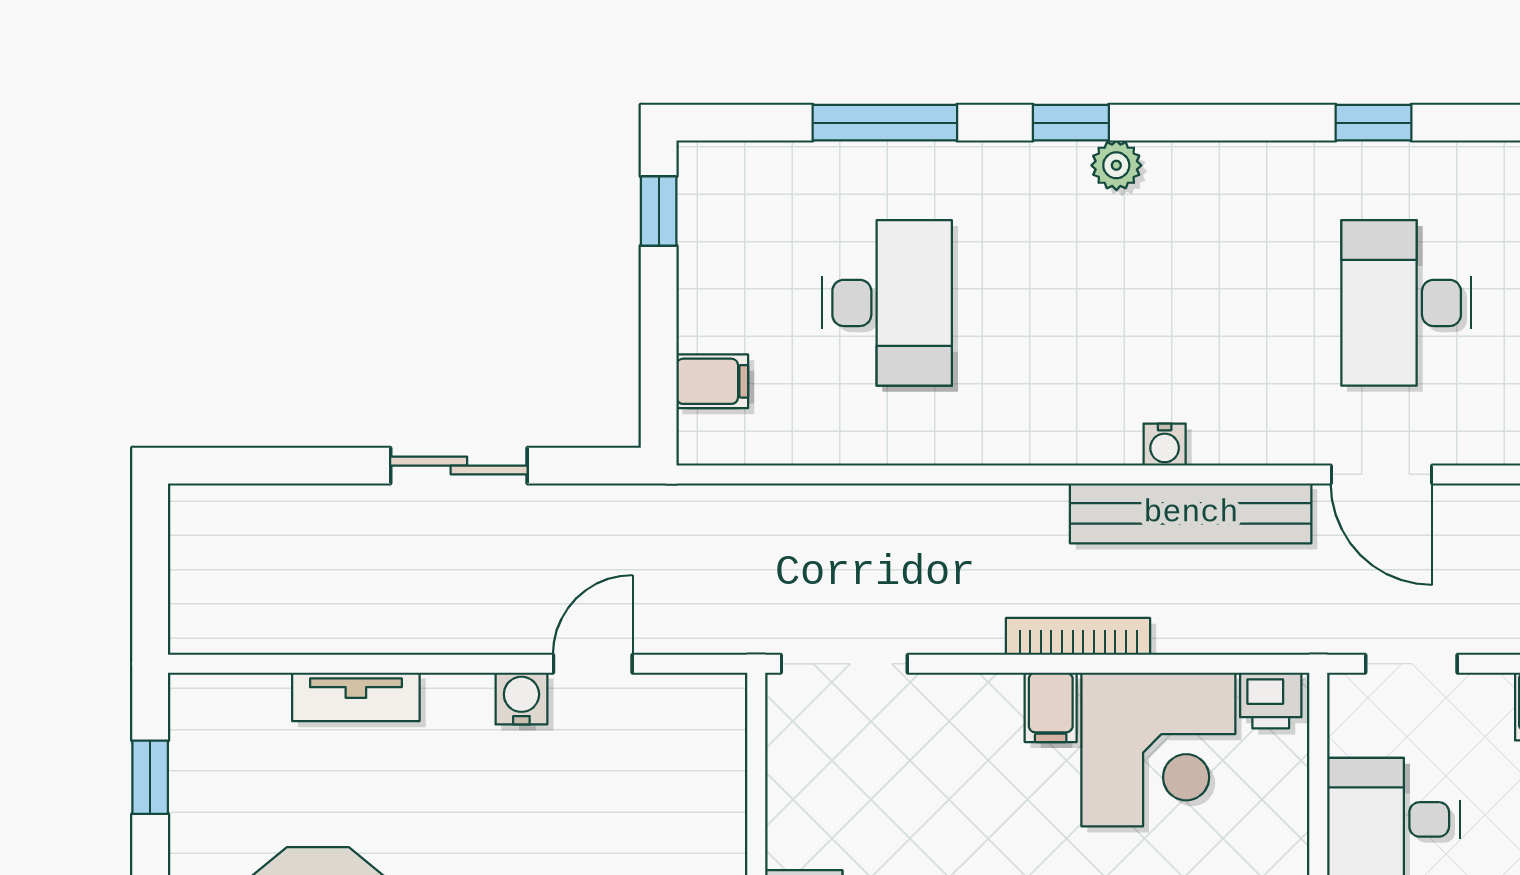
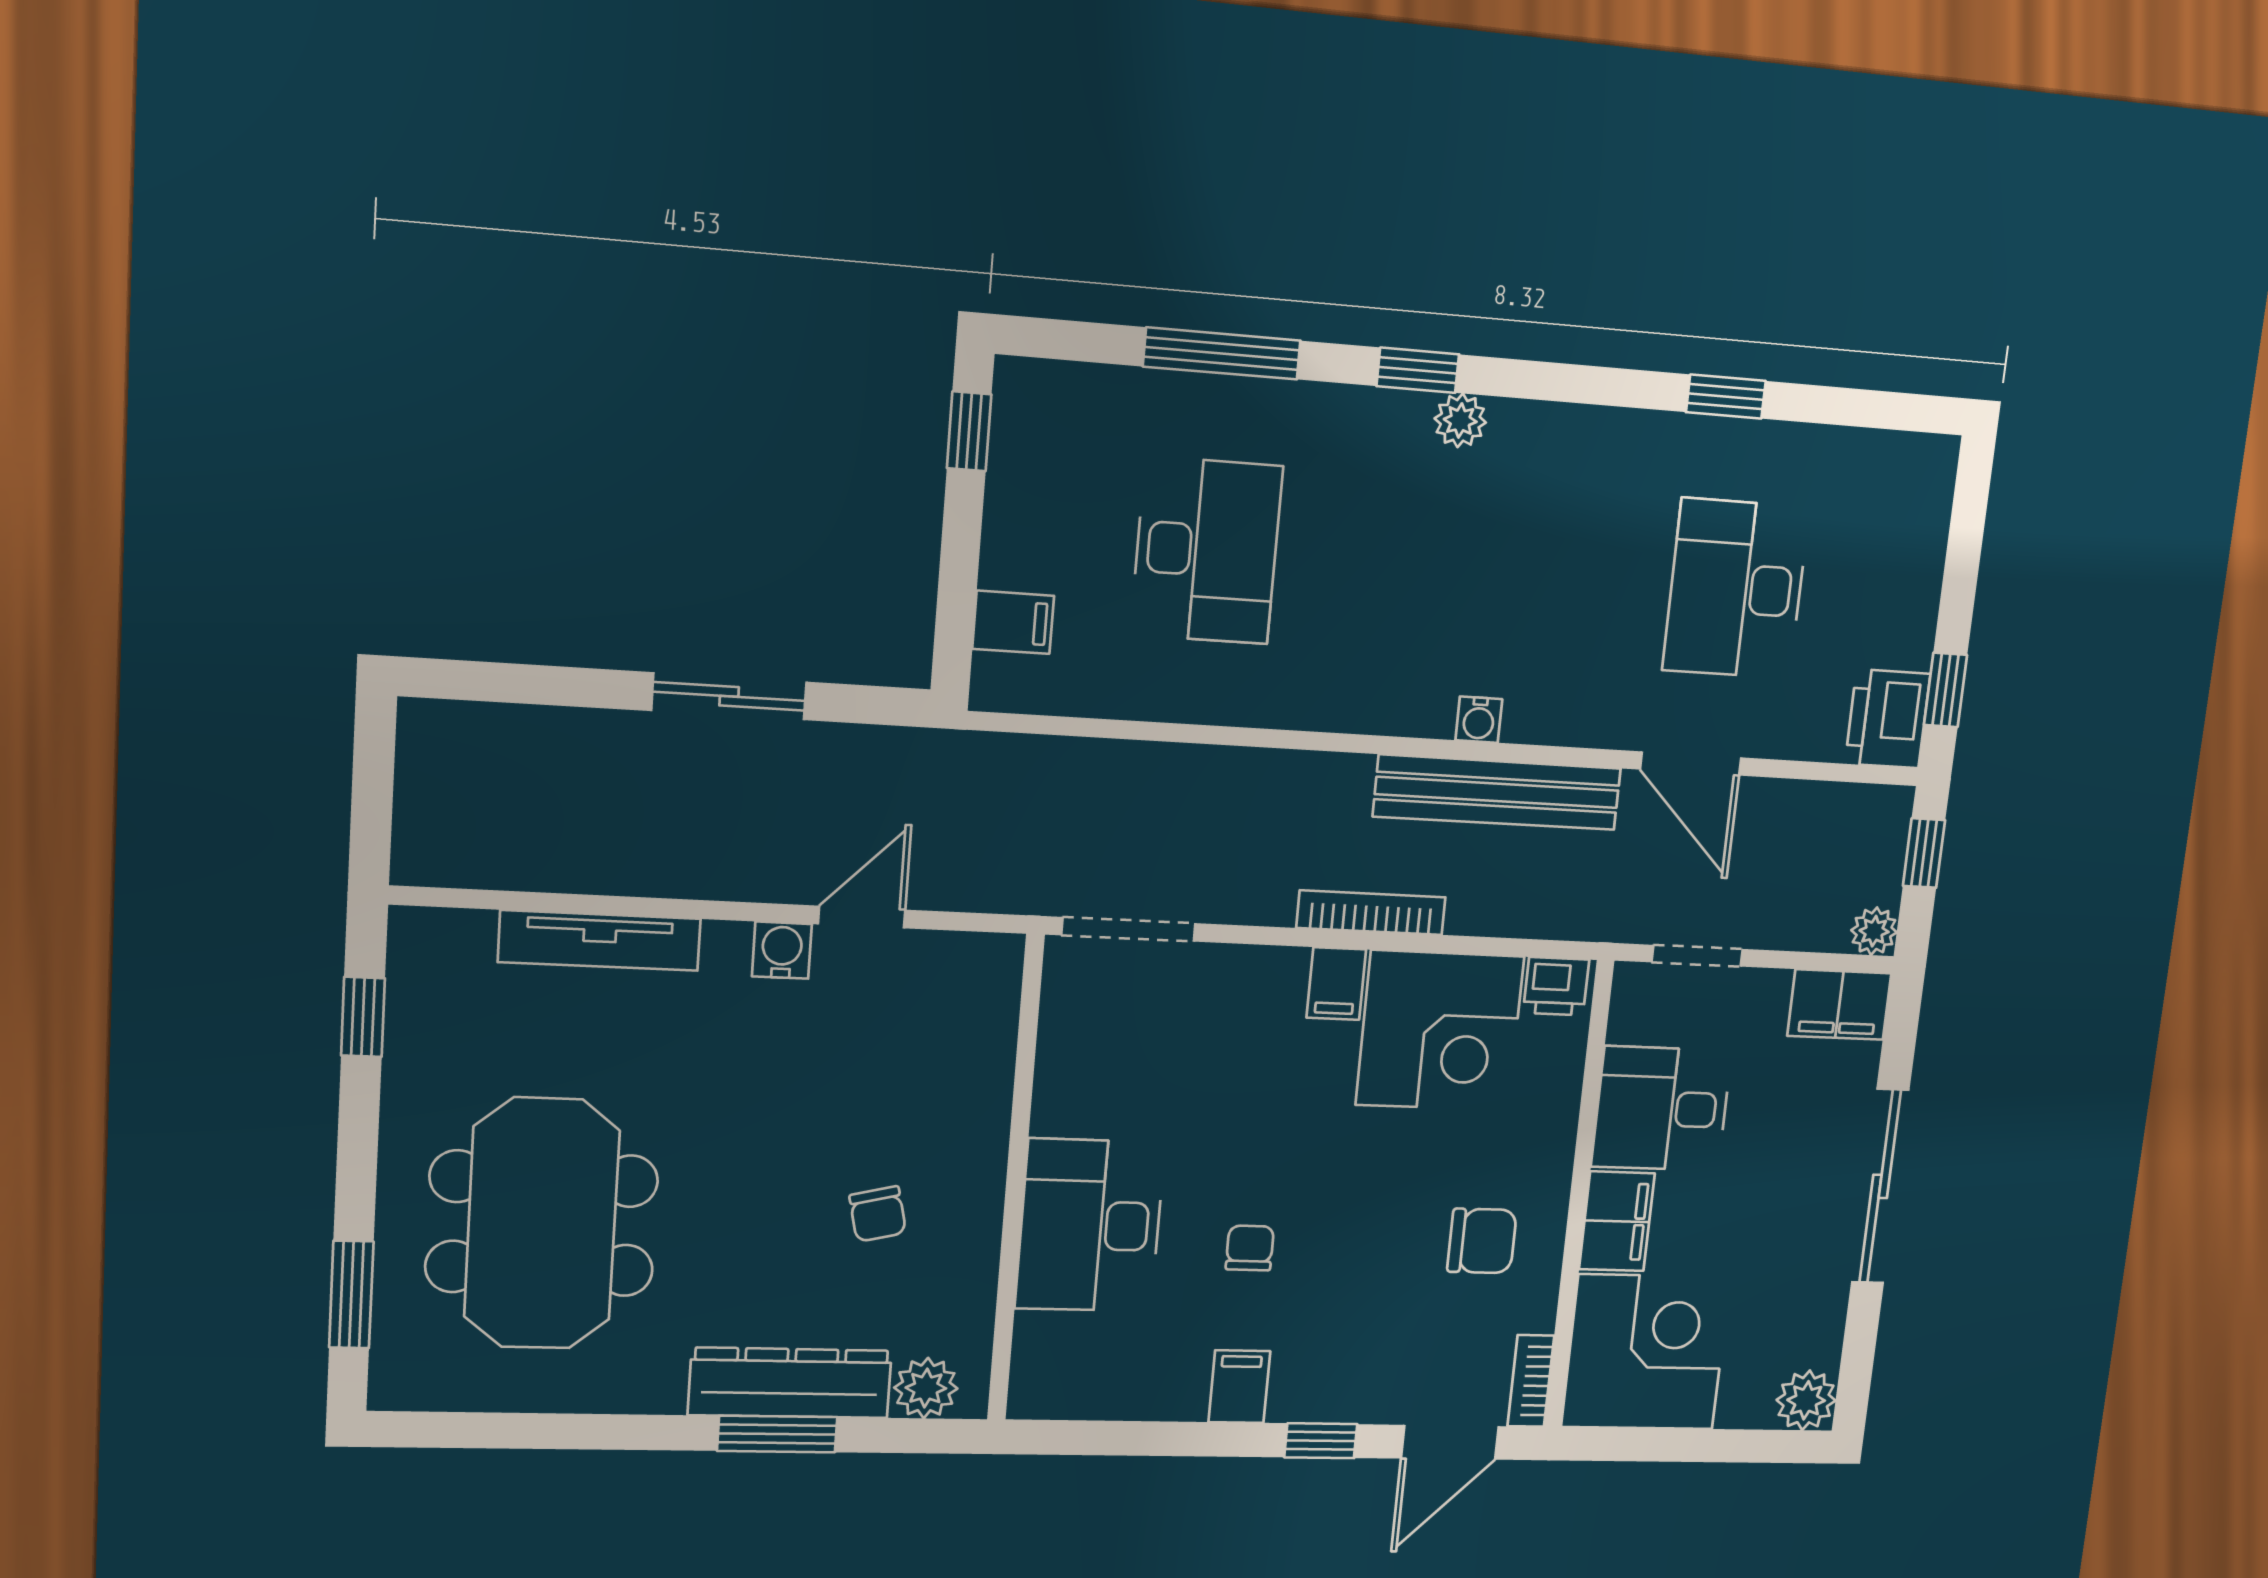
tv unit: (356, 697) -> (600, 940), width x1.41

